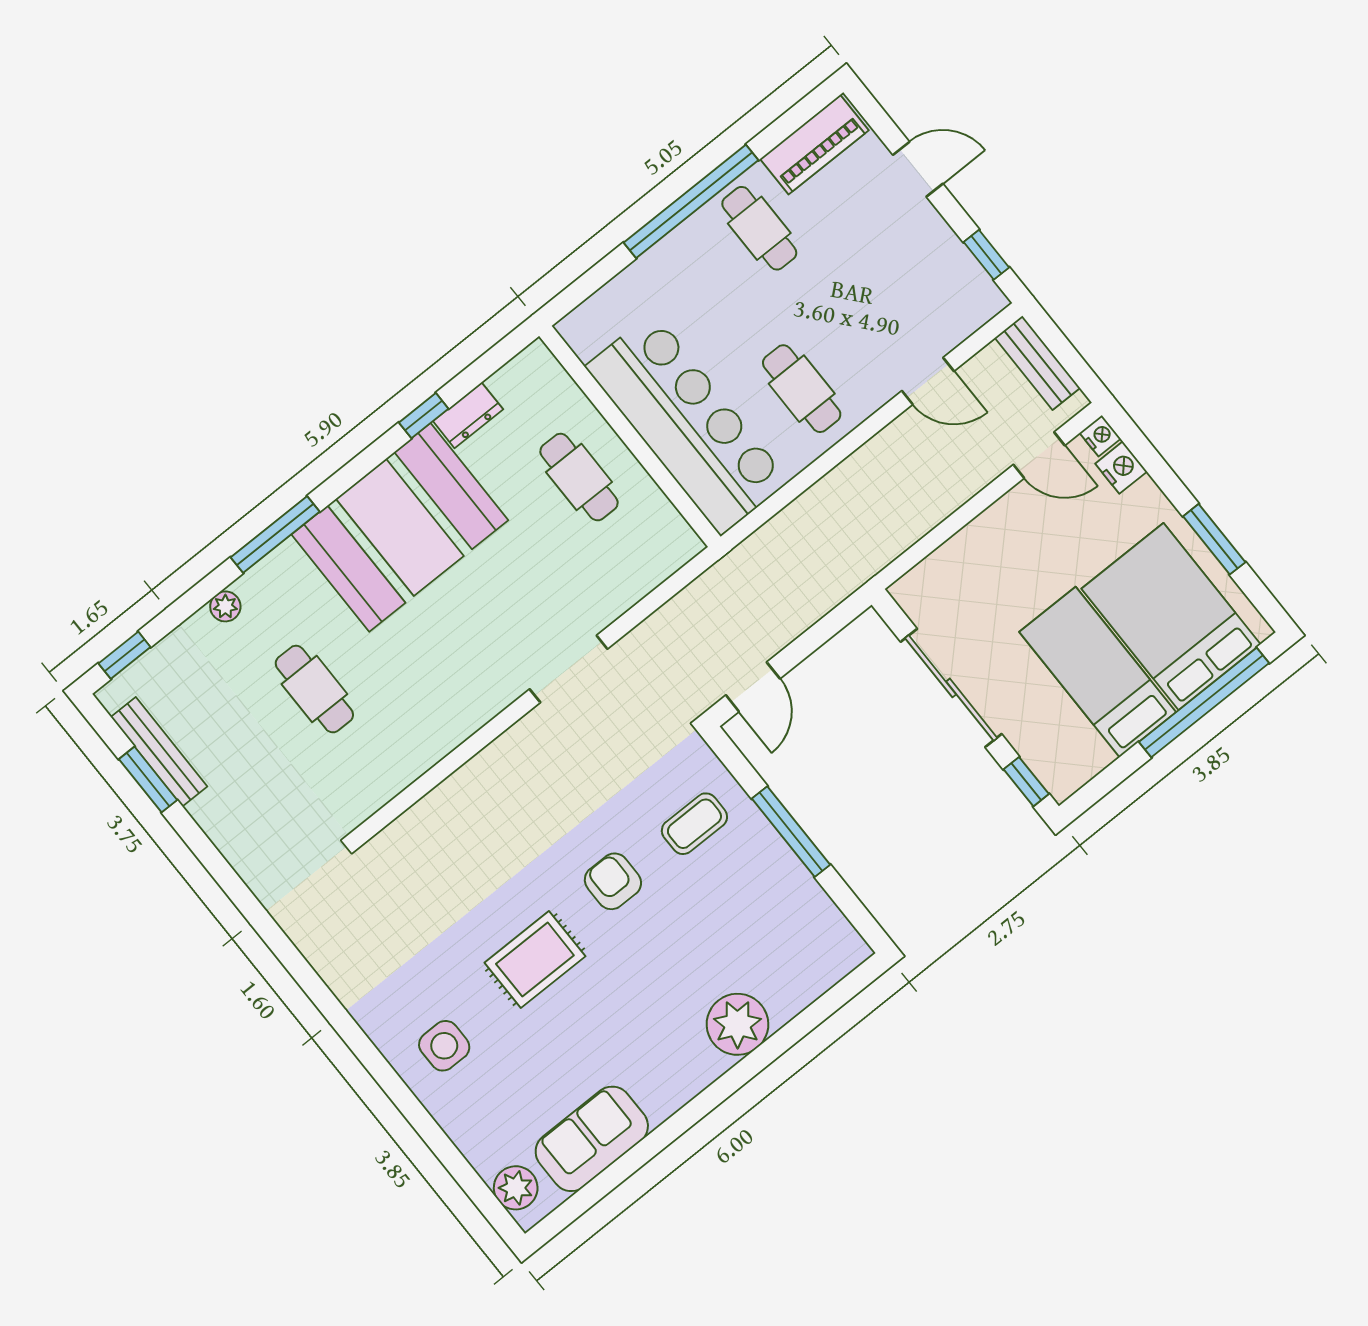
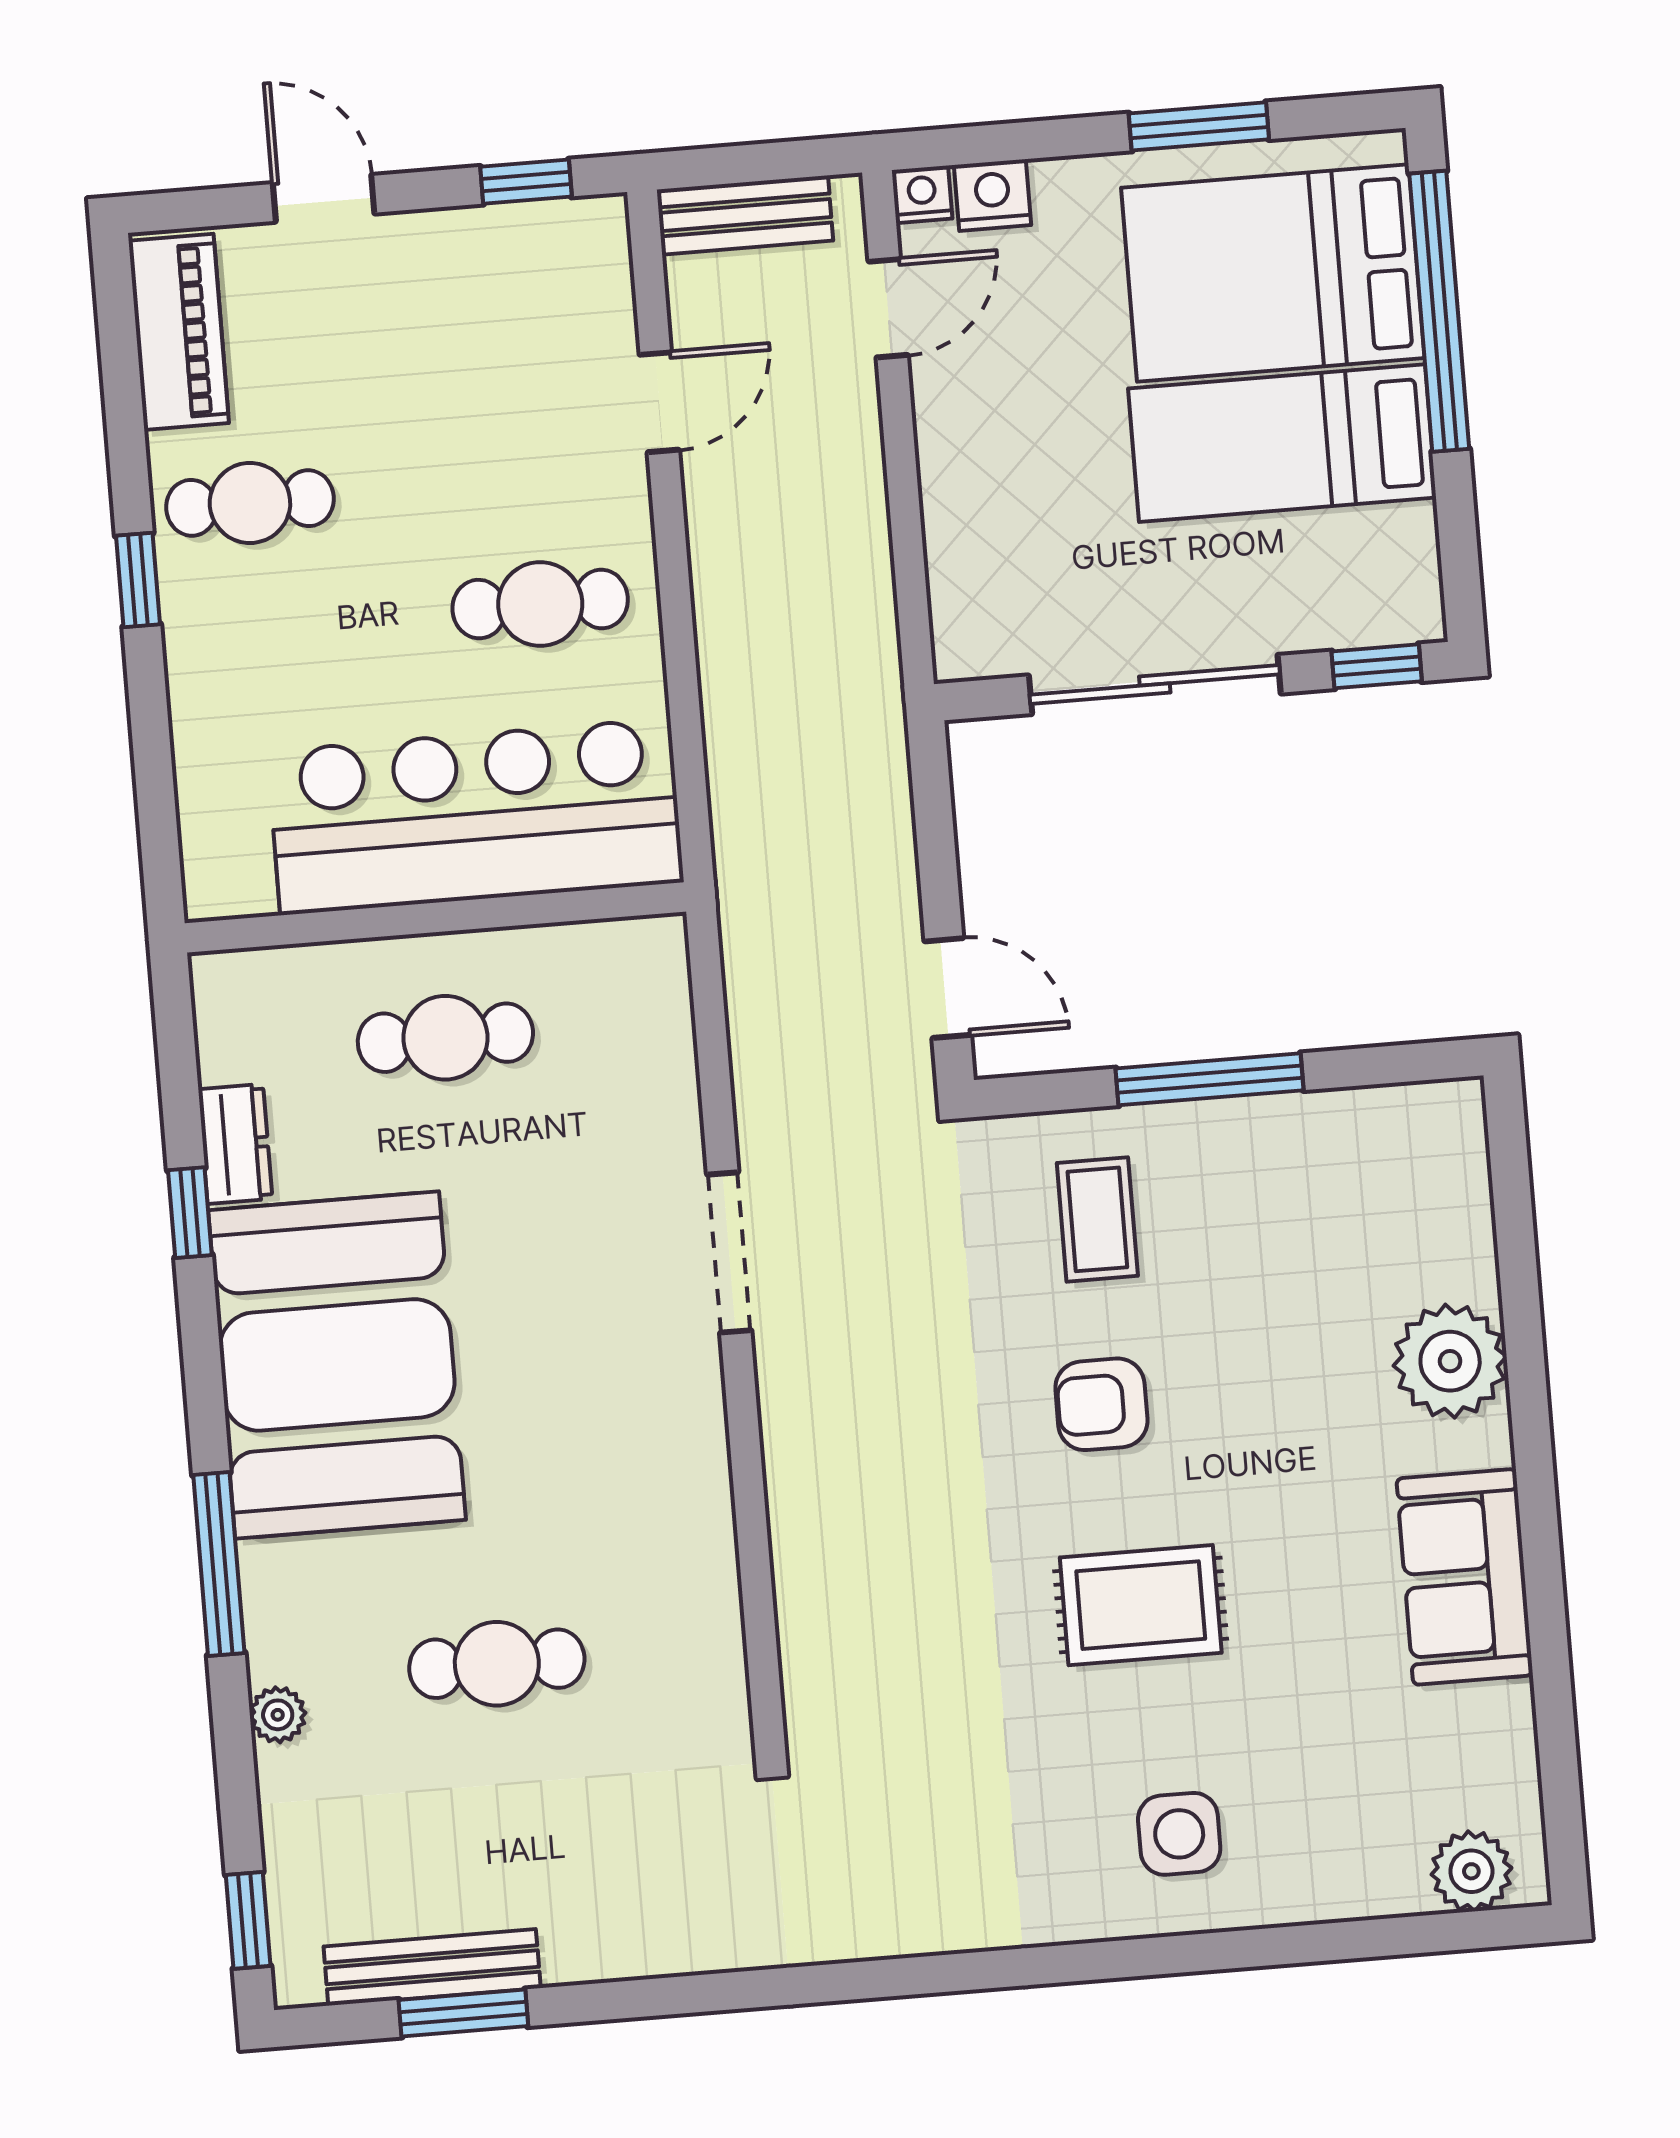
door: (918, 169) -> (324, 198), hinge flipped
window: (691, 201) -> (138, 580), width x0.32
rug: (535, 960) -> (1141, 1605), turned 90
sofa: (592, 1139) -> (1465, 1577), moved

